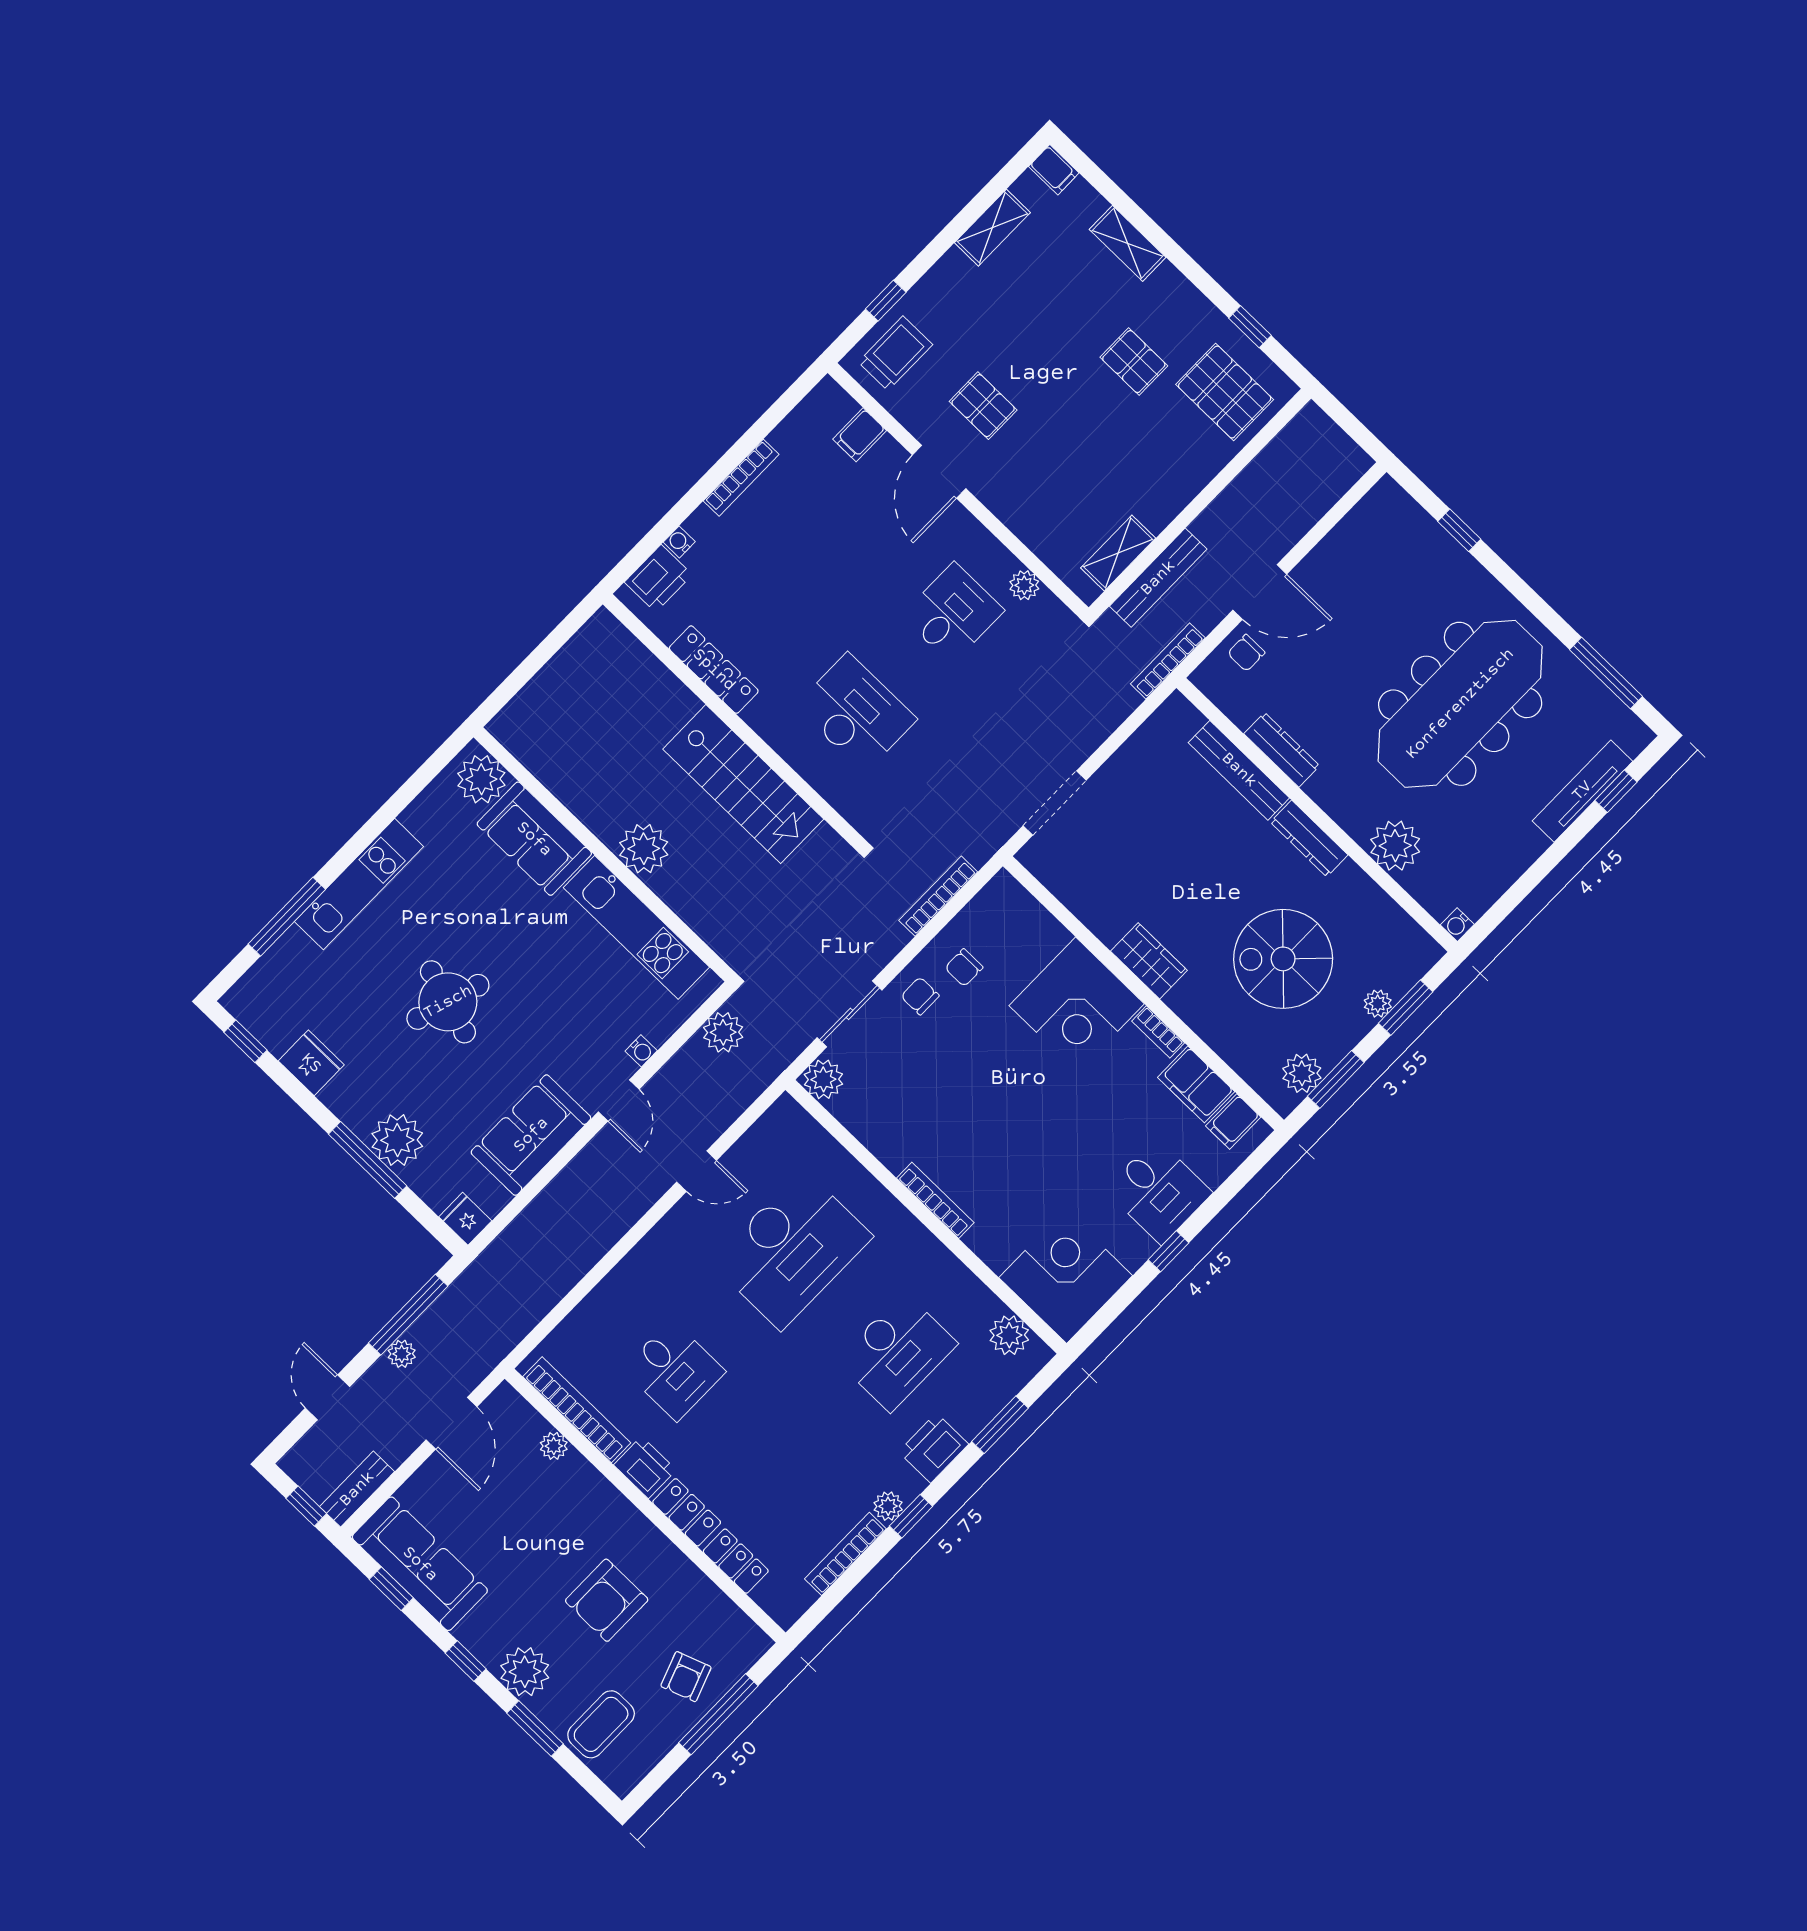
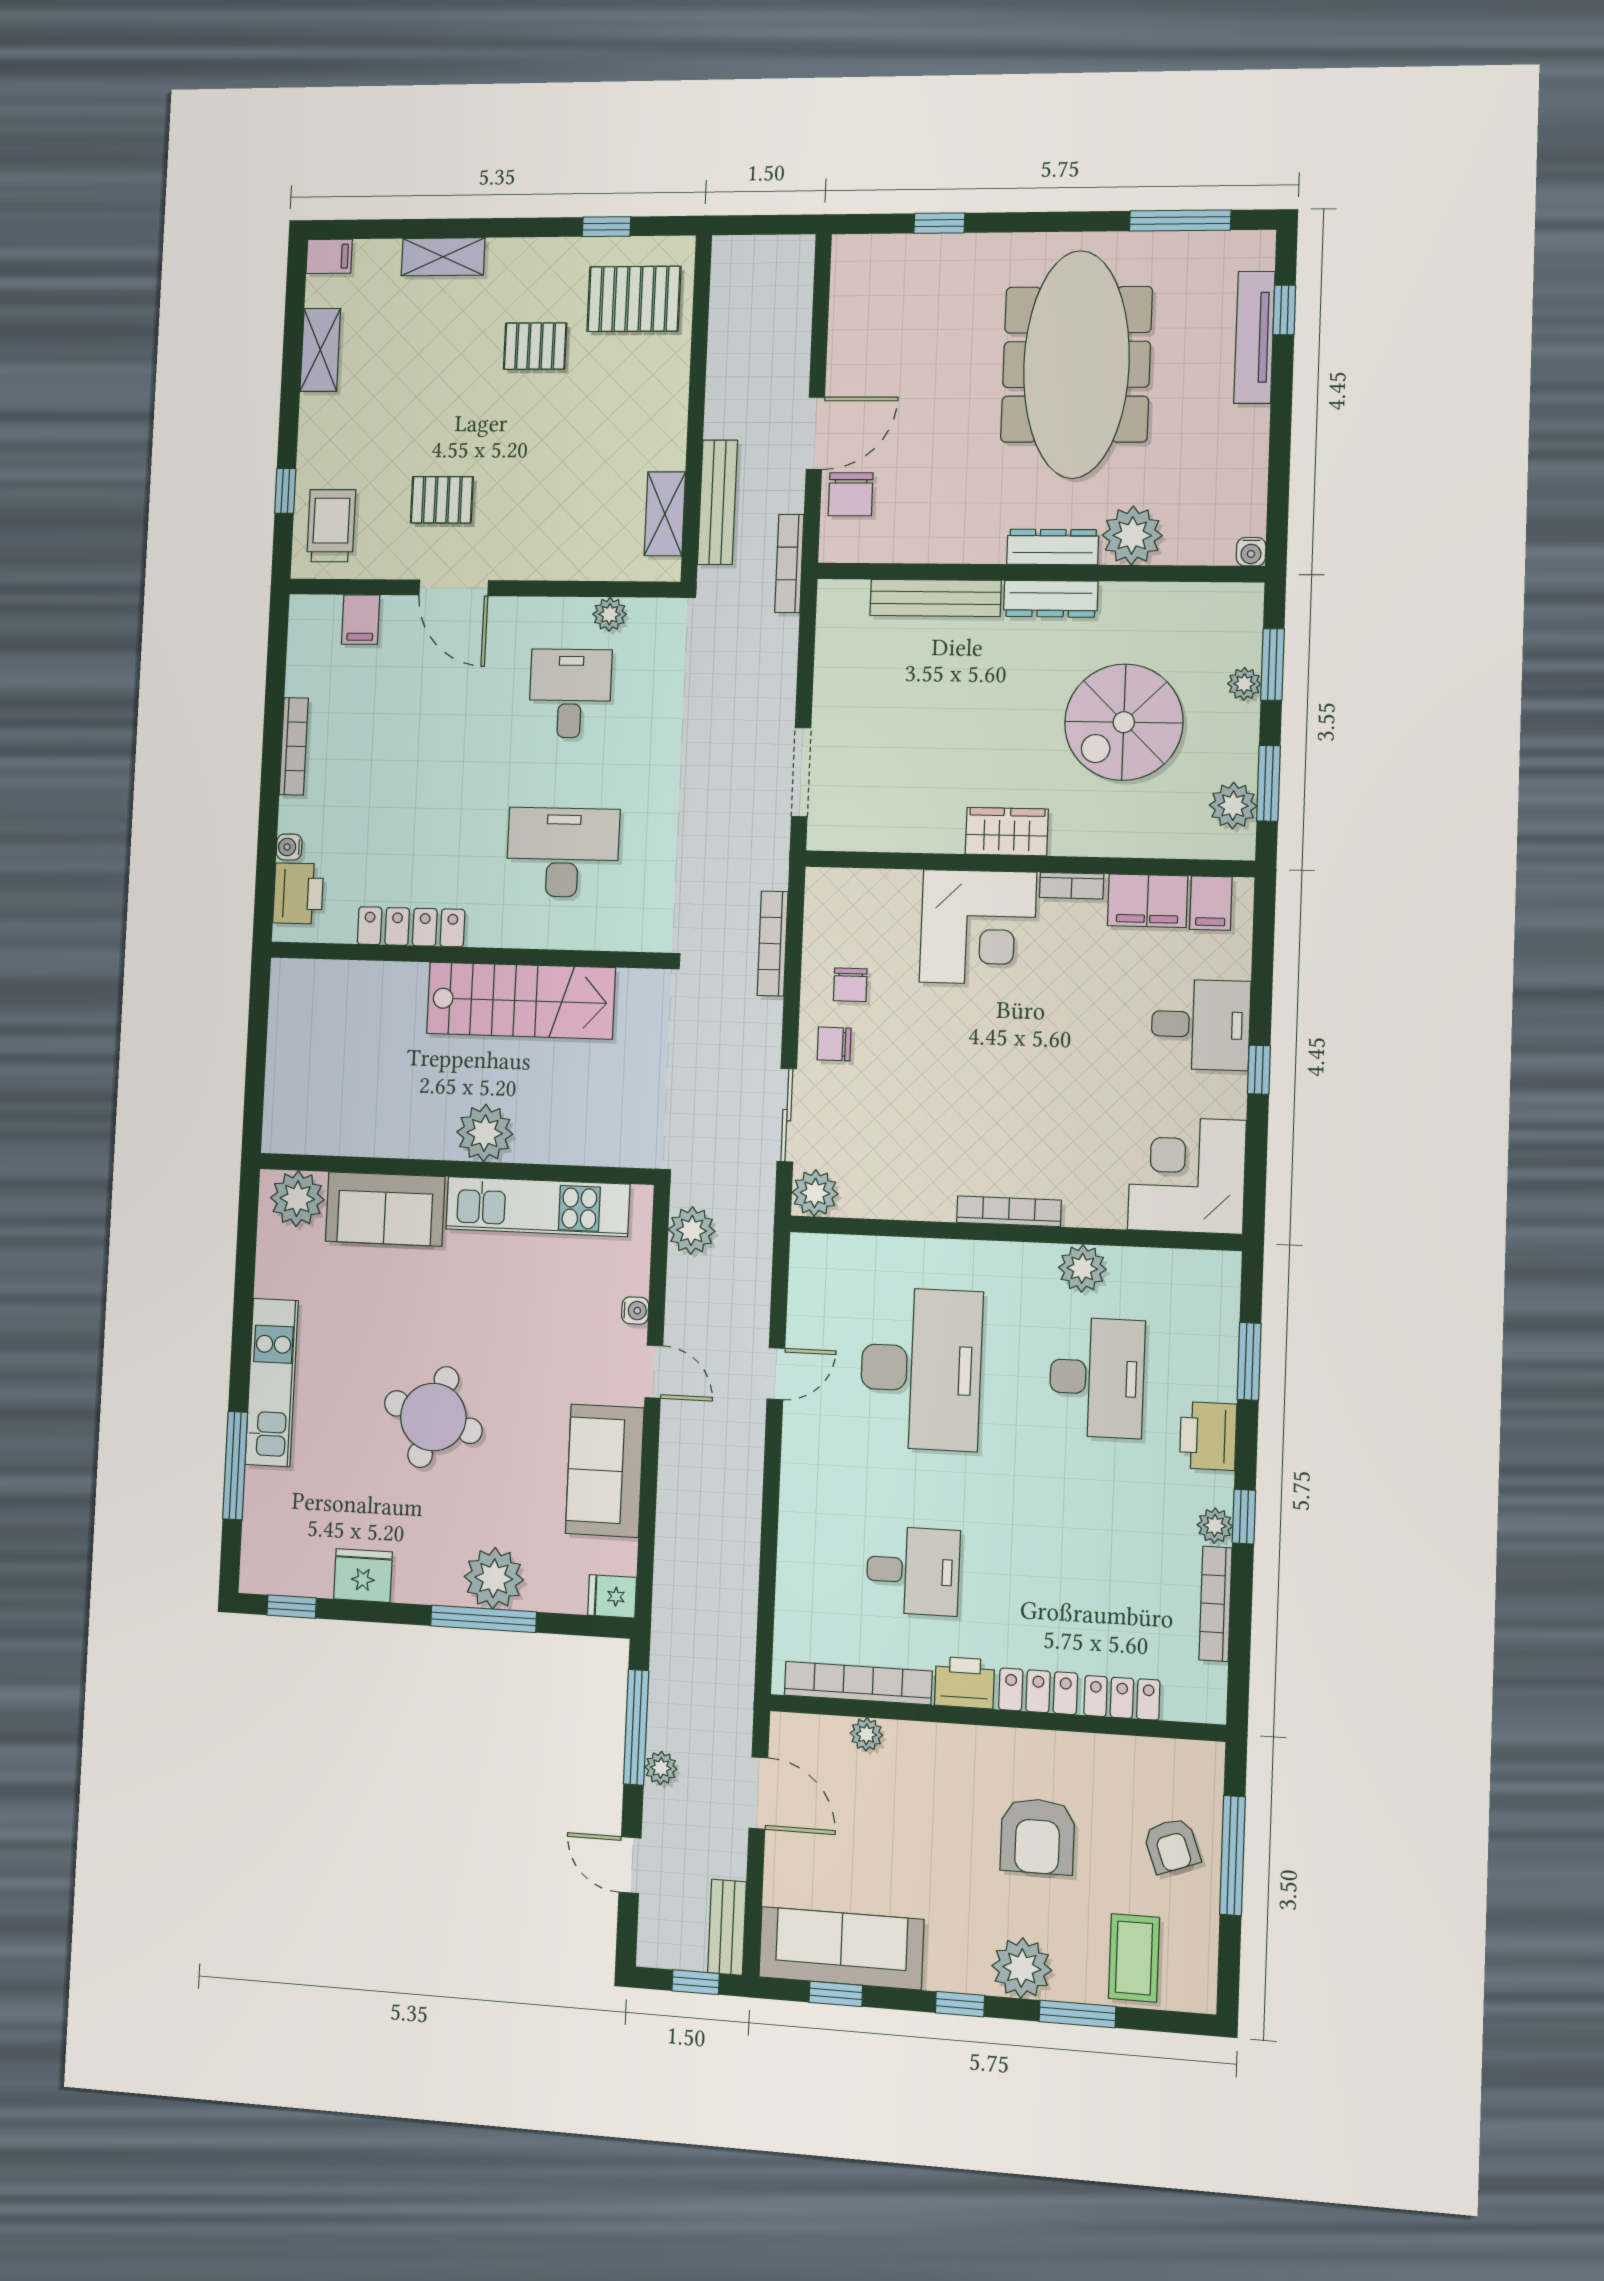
chair: (1246, 653) -> (851, 494), width x1.37, depth x1.37
dresser: (1282, 750) -> (1053, 547), moved
plant: (1009, 1335) -> (1082, 1268), moved

